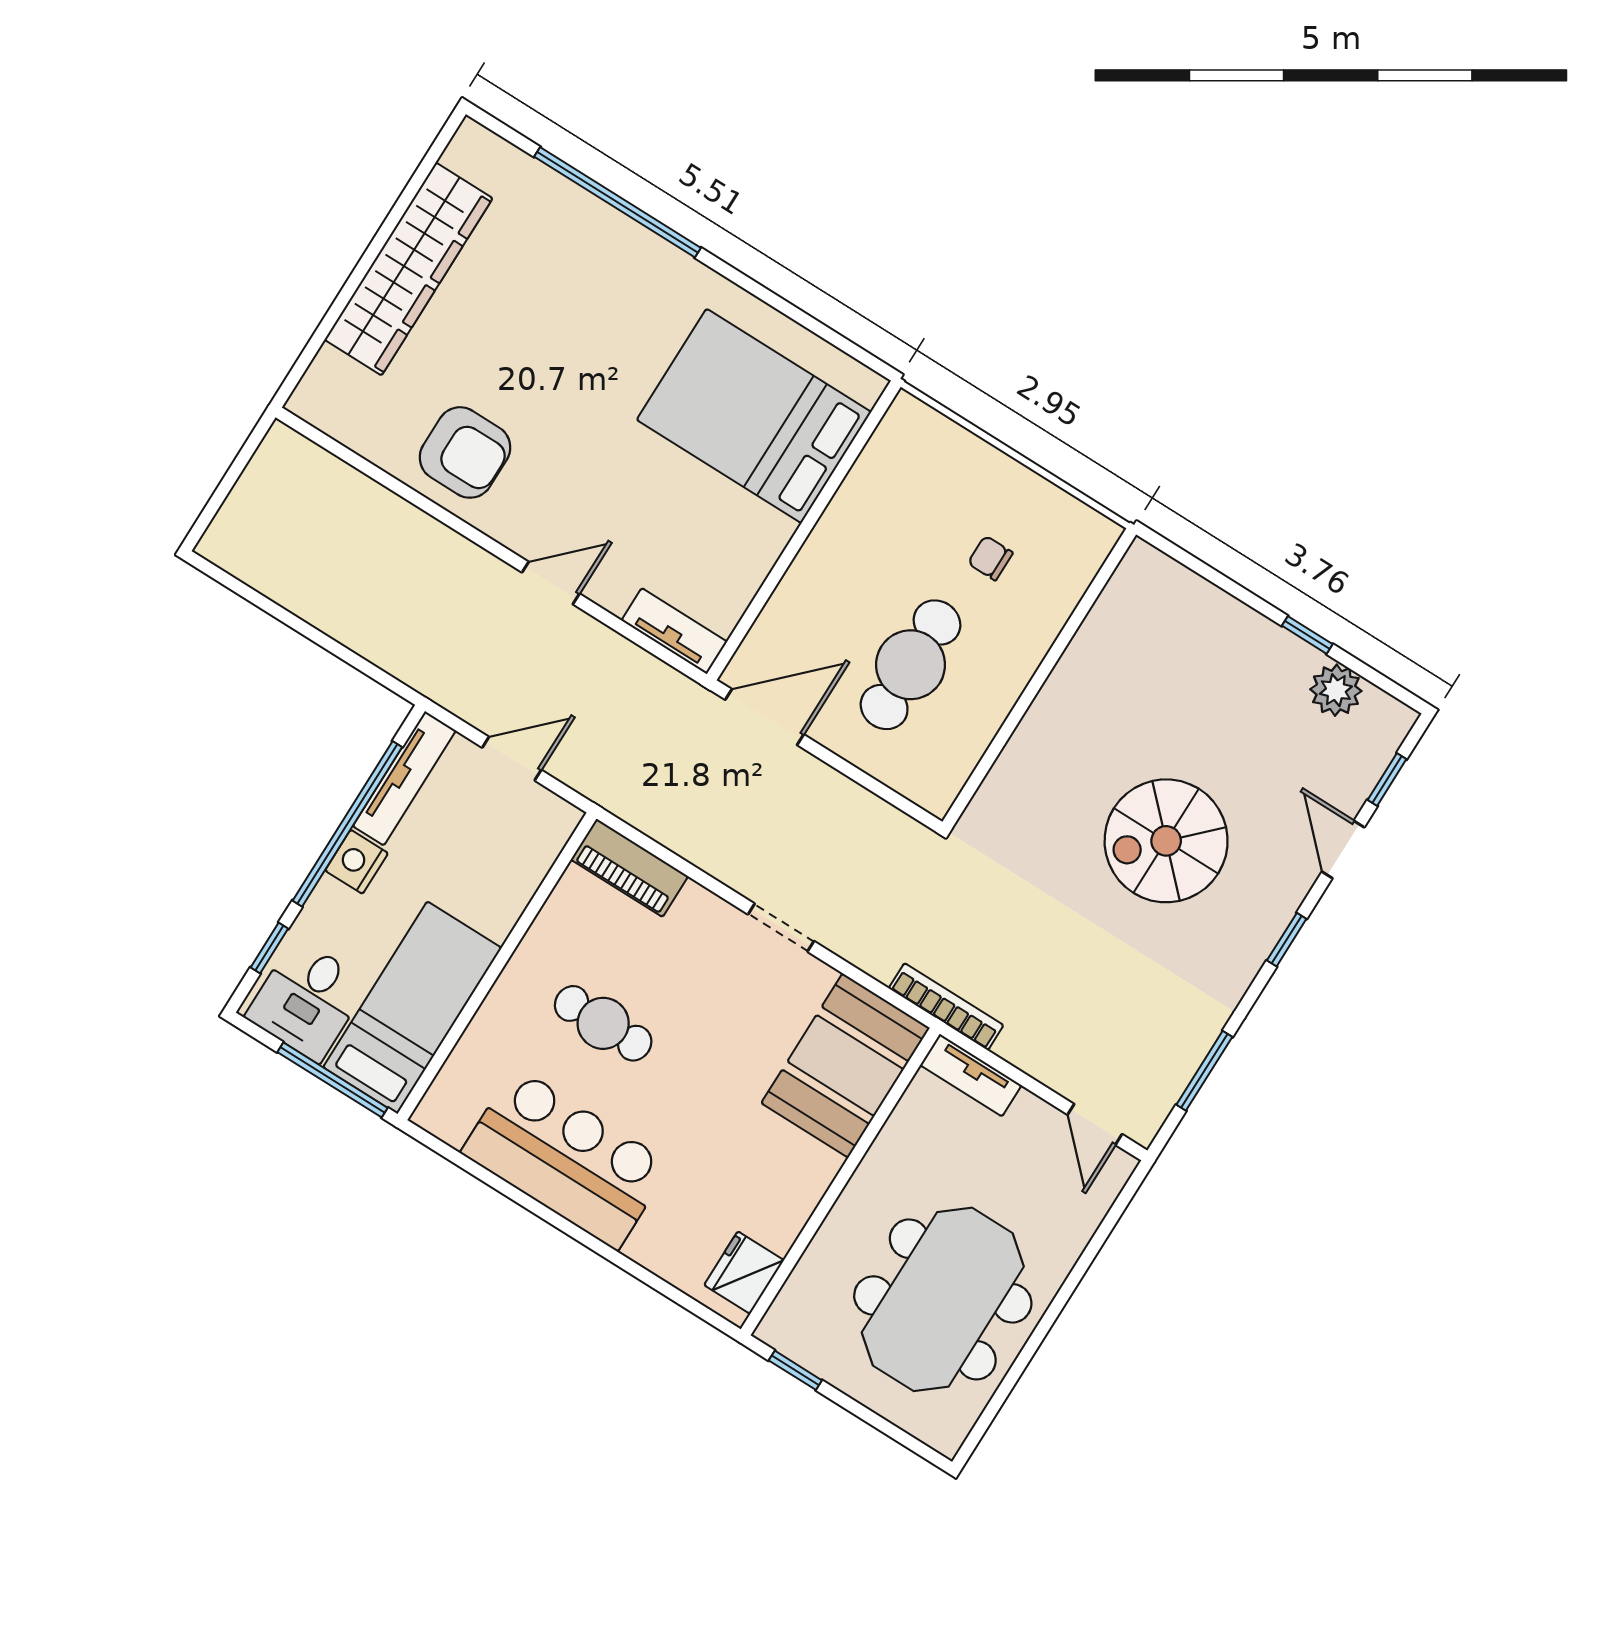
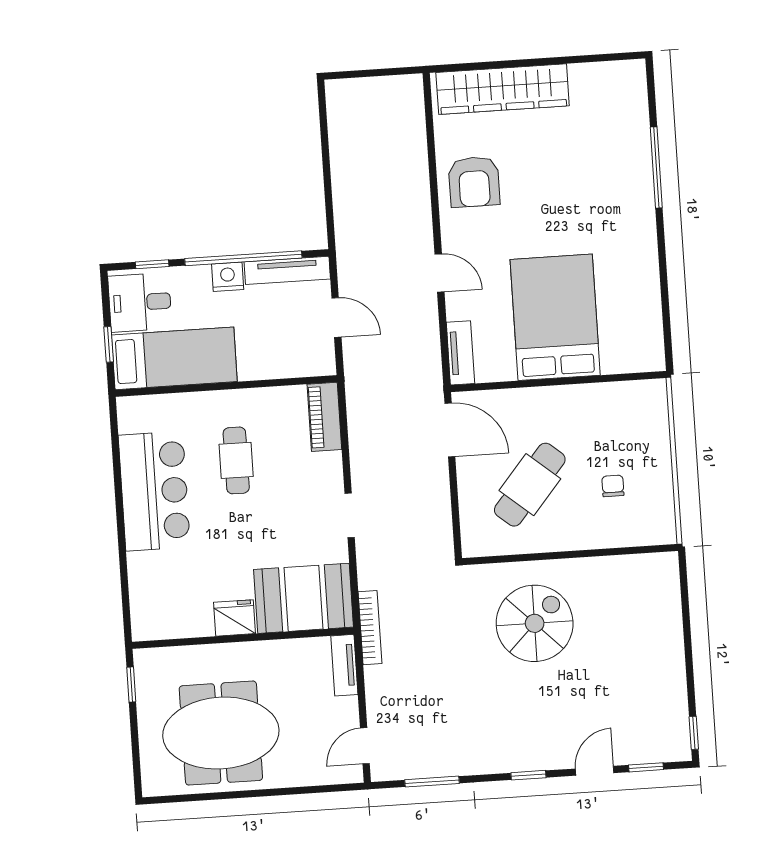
window: (617, 202) -> (656, 167), width x0.68
wardrobe: (409, 269) -> (503, 89), moved
bed: (754, 416) -> (555, 317), moved
window: (1307, 635) -> (694, 733), moved
cafe table: (911, 665) -> (530, 485), turned -50
plant: (1336, 690) -> (673, 709), removed
spiral stairs: (1166, 841) -> (535, 623), moved, turned 90
window: (333, 1080) -> (109, 344), width x0.46
fridge: (744, 1273) -> (235, 618), moved

